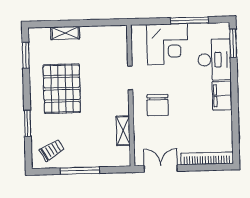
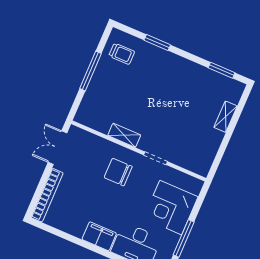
pallet: (62, 89) -> (175, 90), removed
shelving: (123, 131) -> (124, 135), moved
trolley: (52, 150) -> (122, 54), turned -60
double door: (161, 169) -> (57, 148), swing flipped

